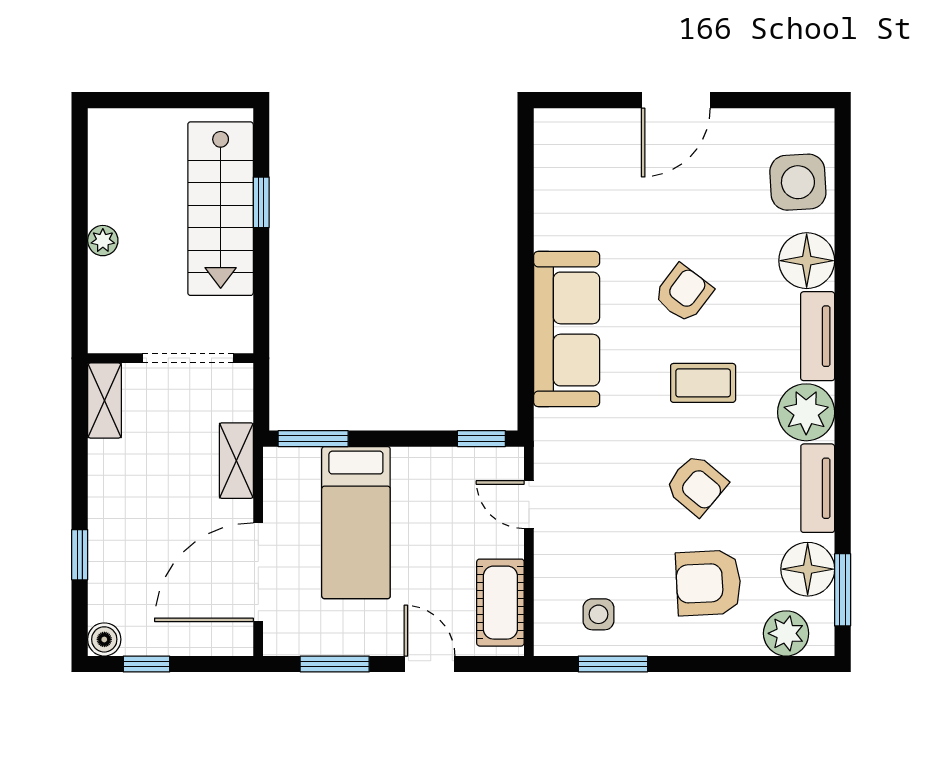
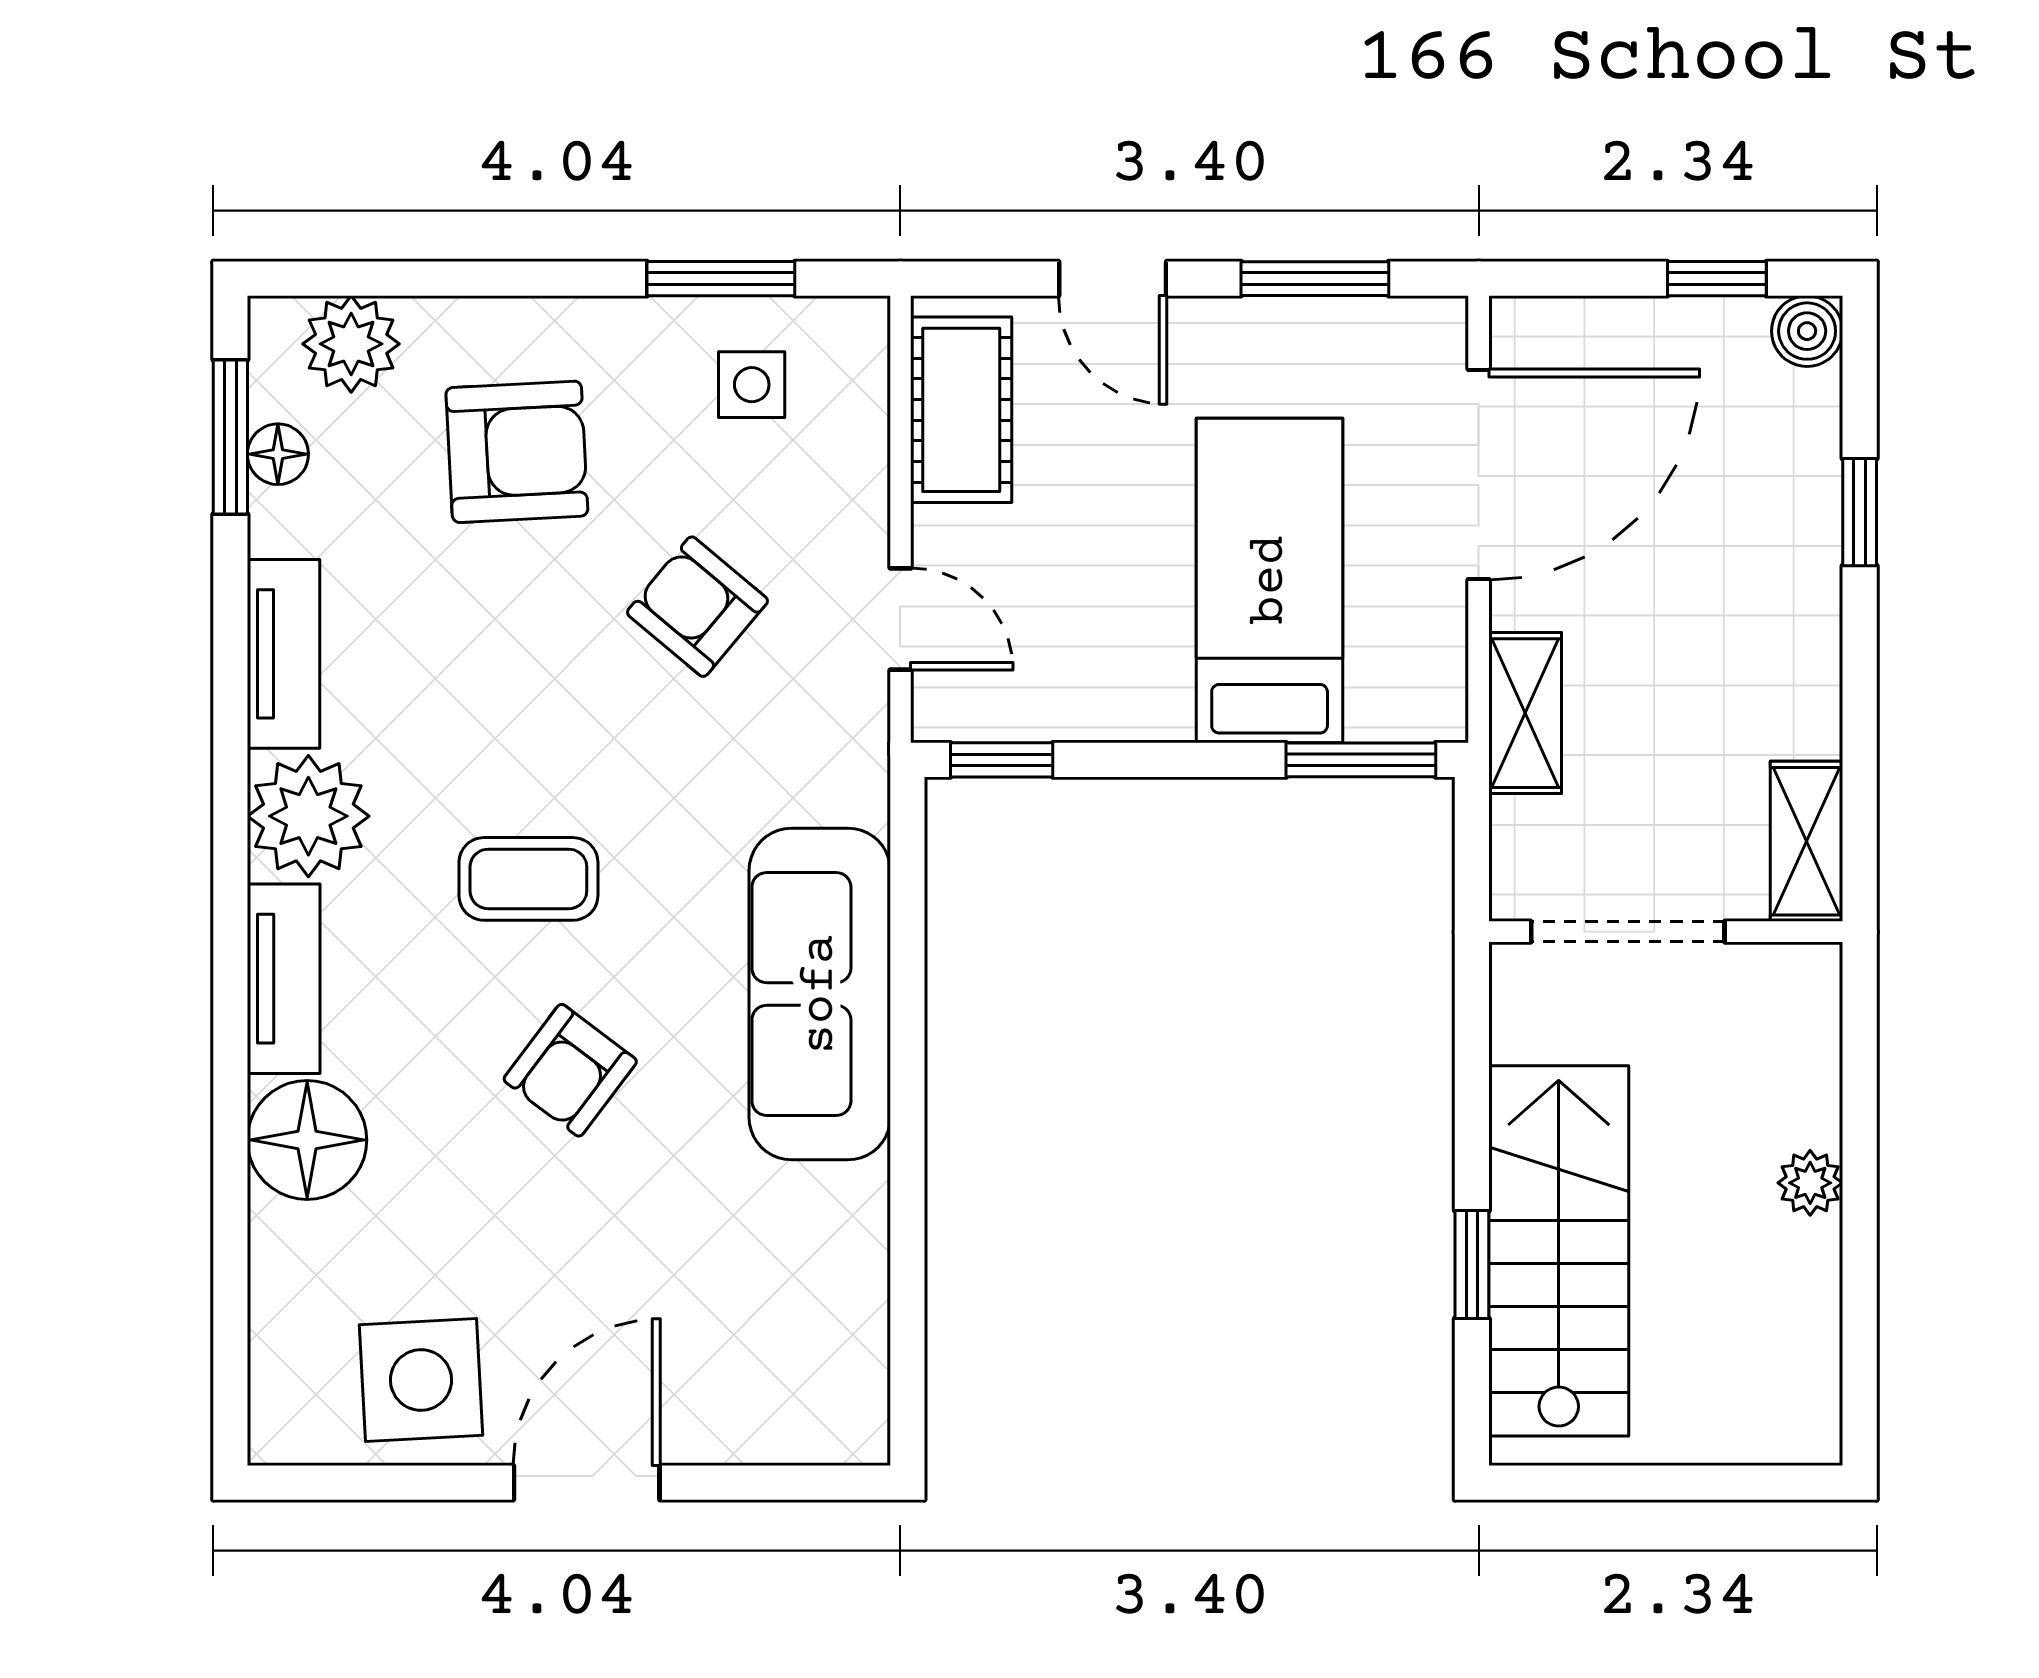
side table: (798, 182) -> (421, 1380), moved
armchair: (696, 485) -> (697, 607), moved
floor lamp: (808, 569) -> (278, 454), width x0.53, depth x0.53

